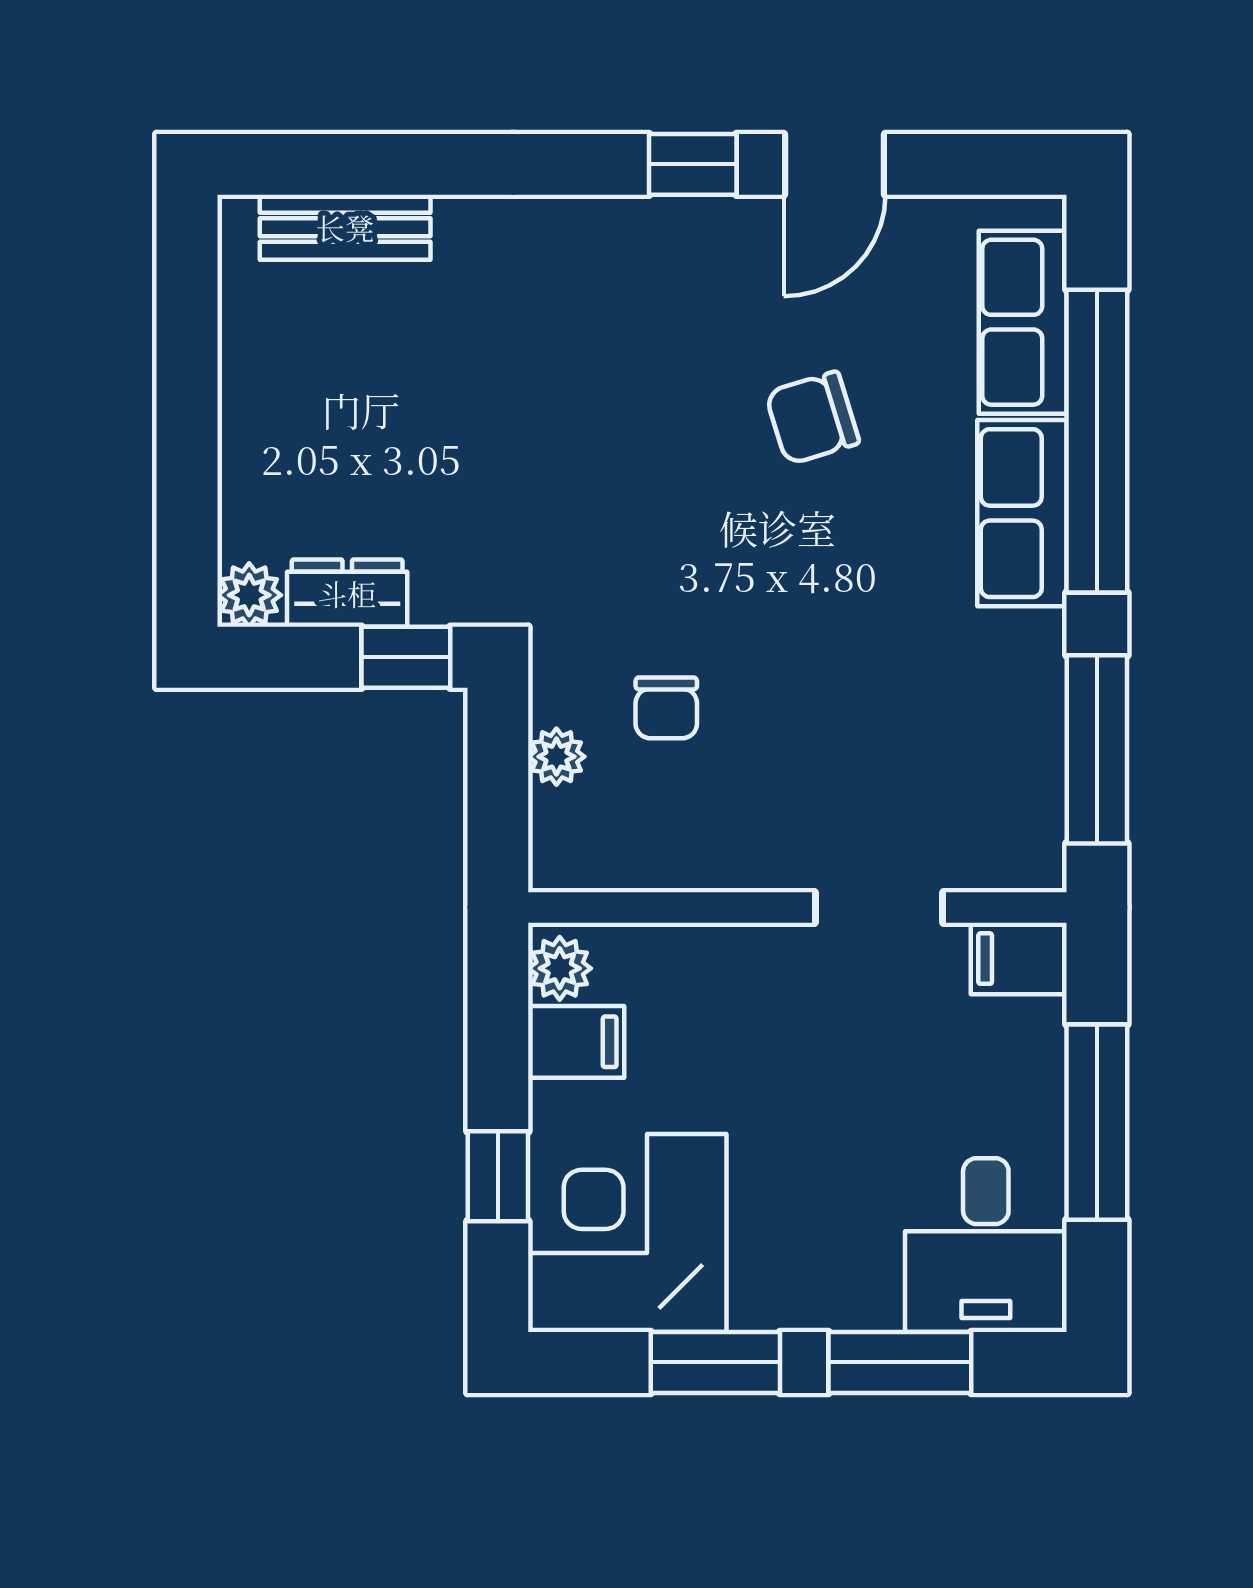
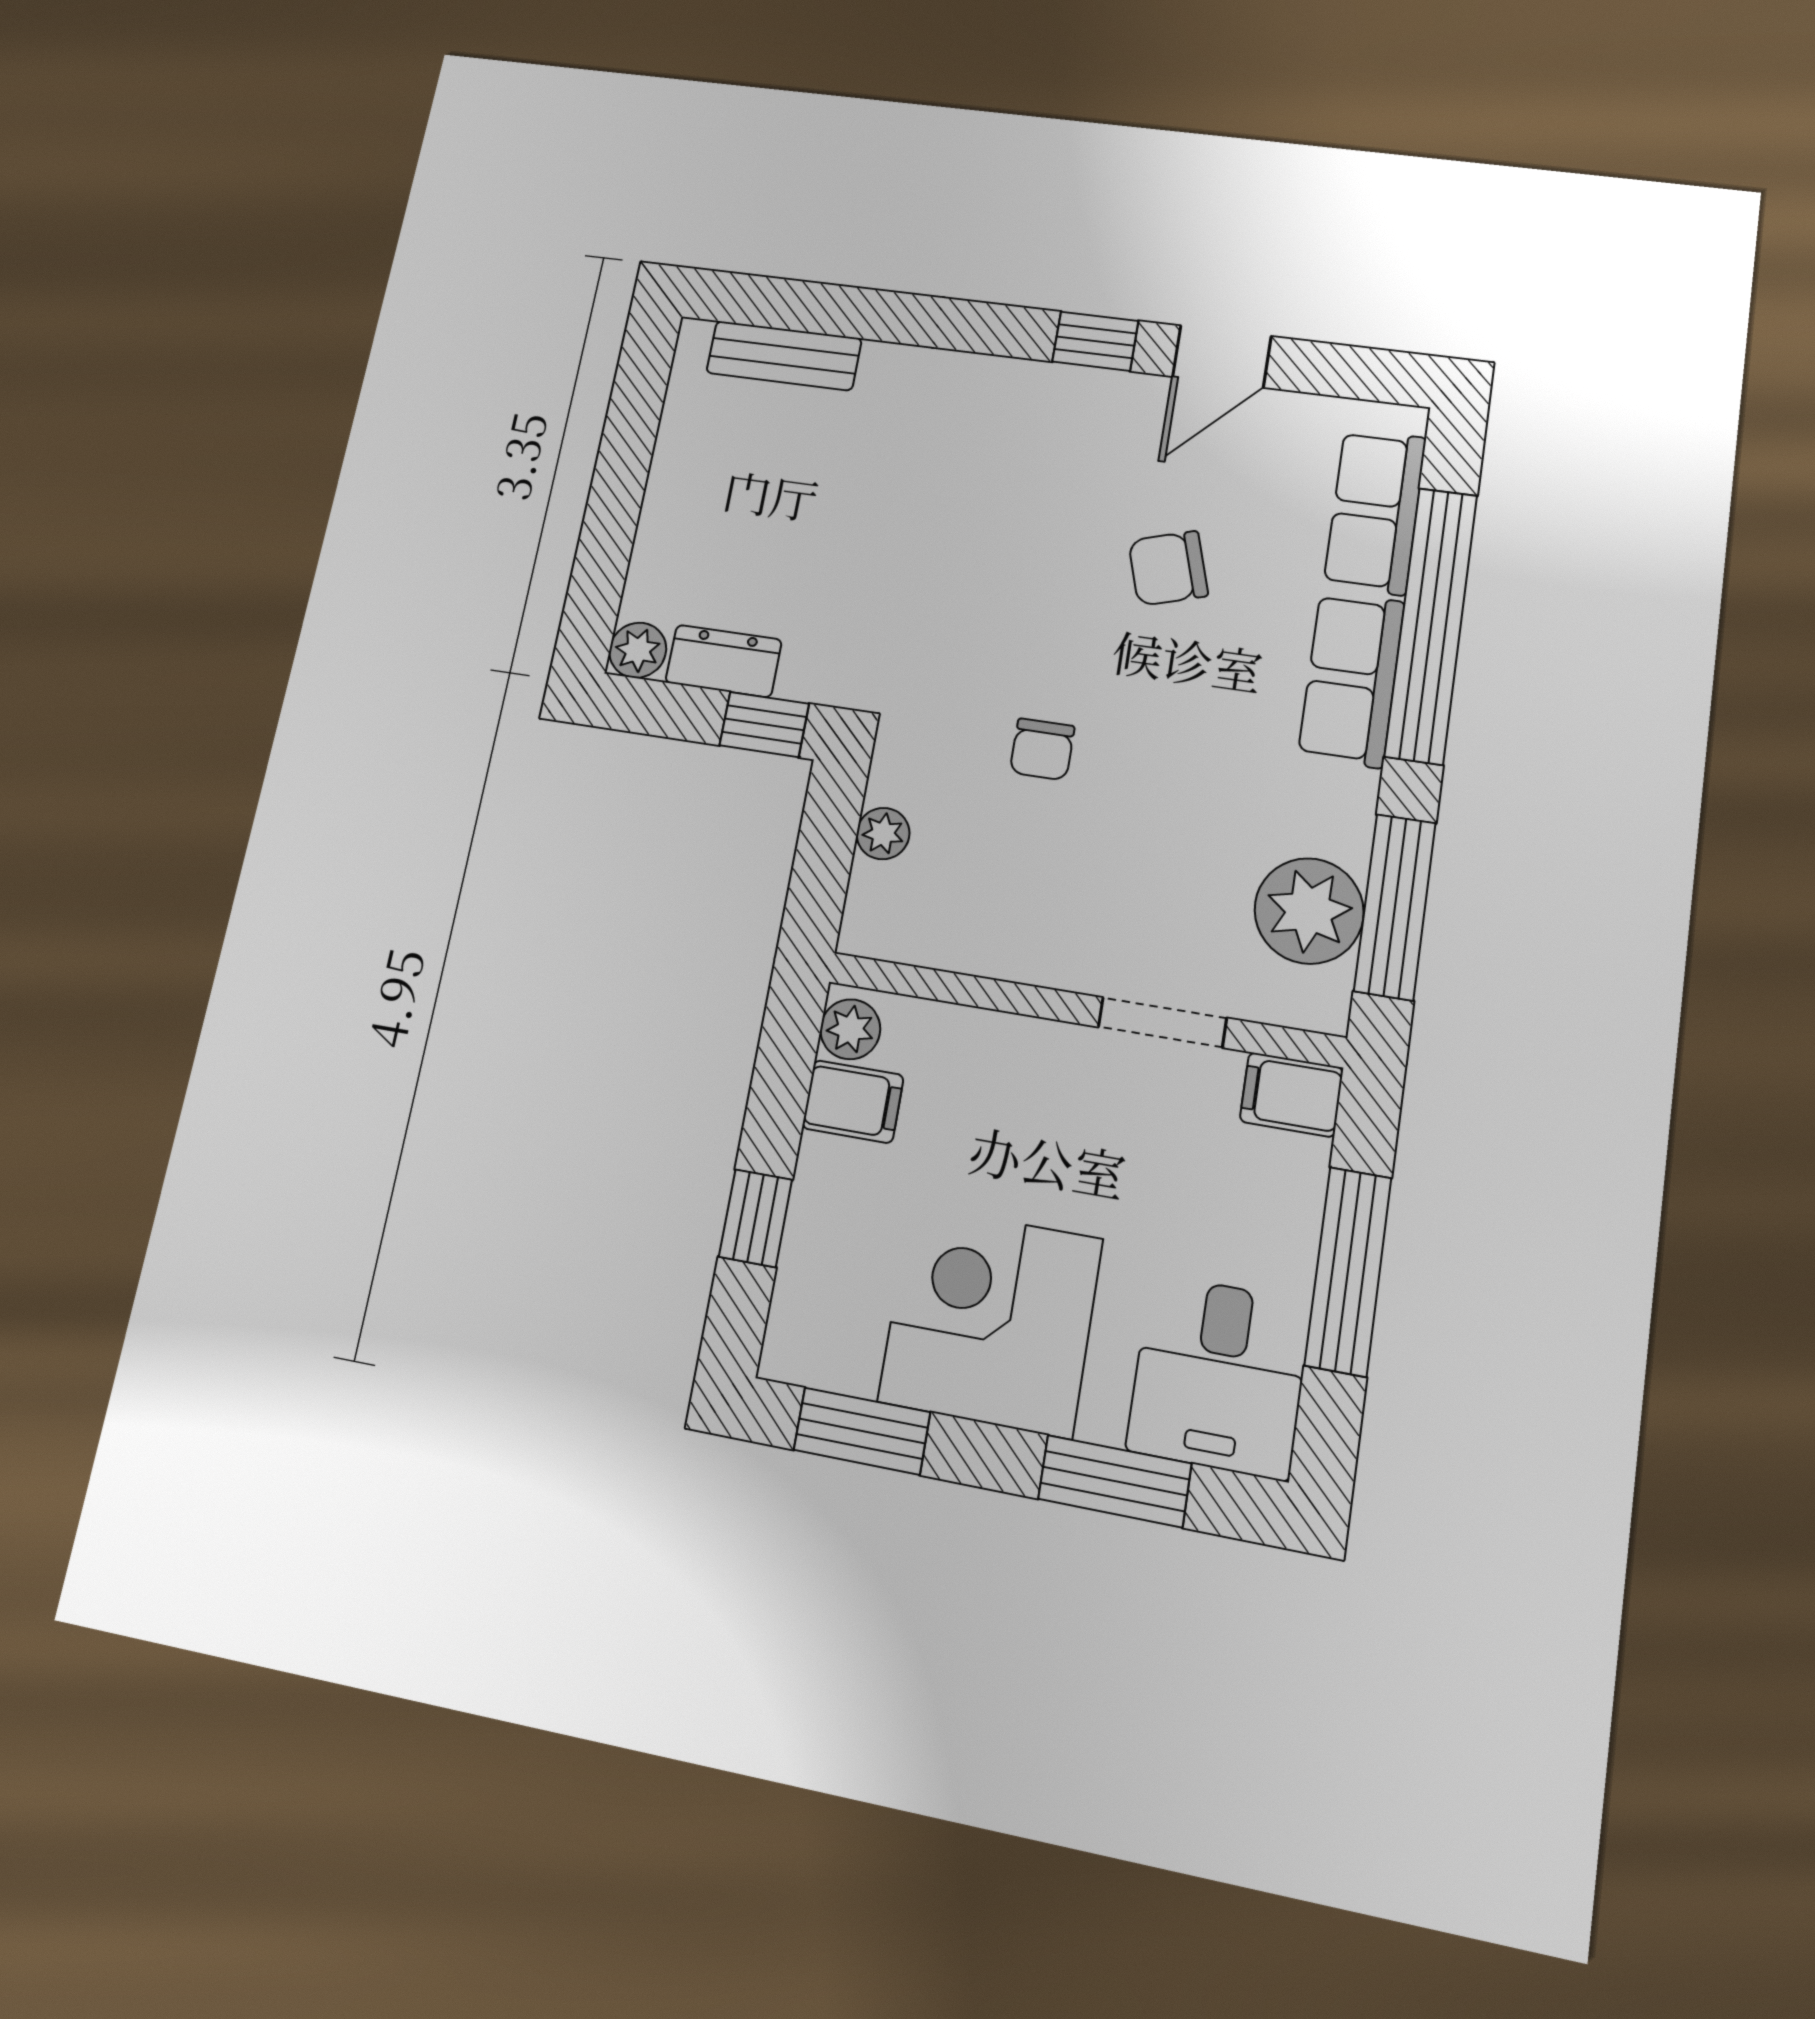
chair: (666, 708) -> (1042, 749), moved
plant: (1011, 768) -> (1309, 911), added
corner desk: (627, 1233) -> (990, 1320), moved
window: (715, 1362) -> (862, 1431), moved

